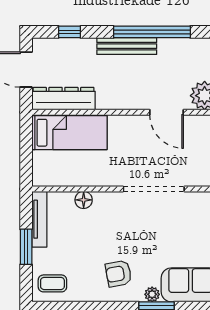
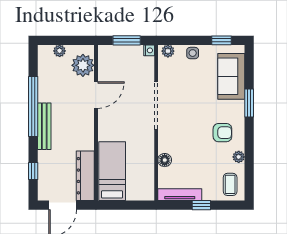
window: (26, 247) -> (201, 205), width x0.67
armchair: (119, 274) -> (222, 133), turned -80
plant: (152, 294) -> (239, 157), moved

